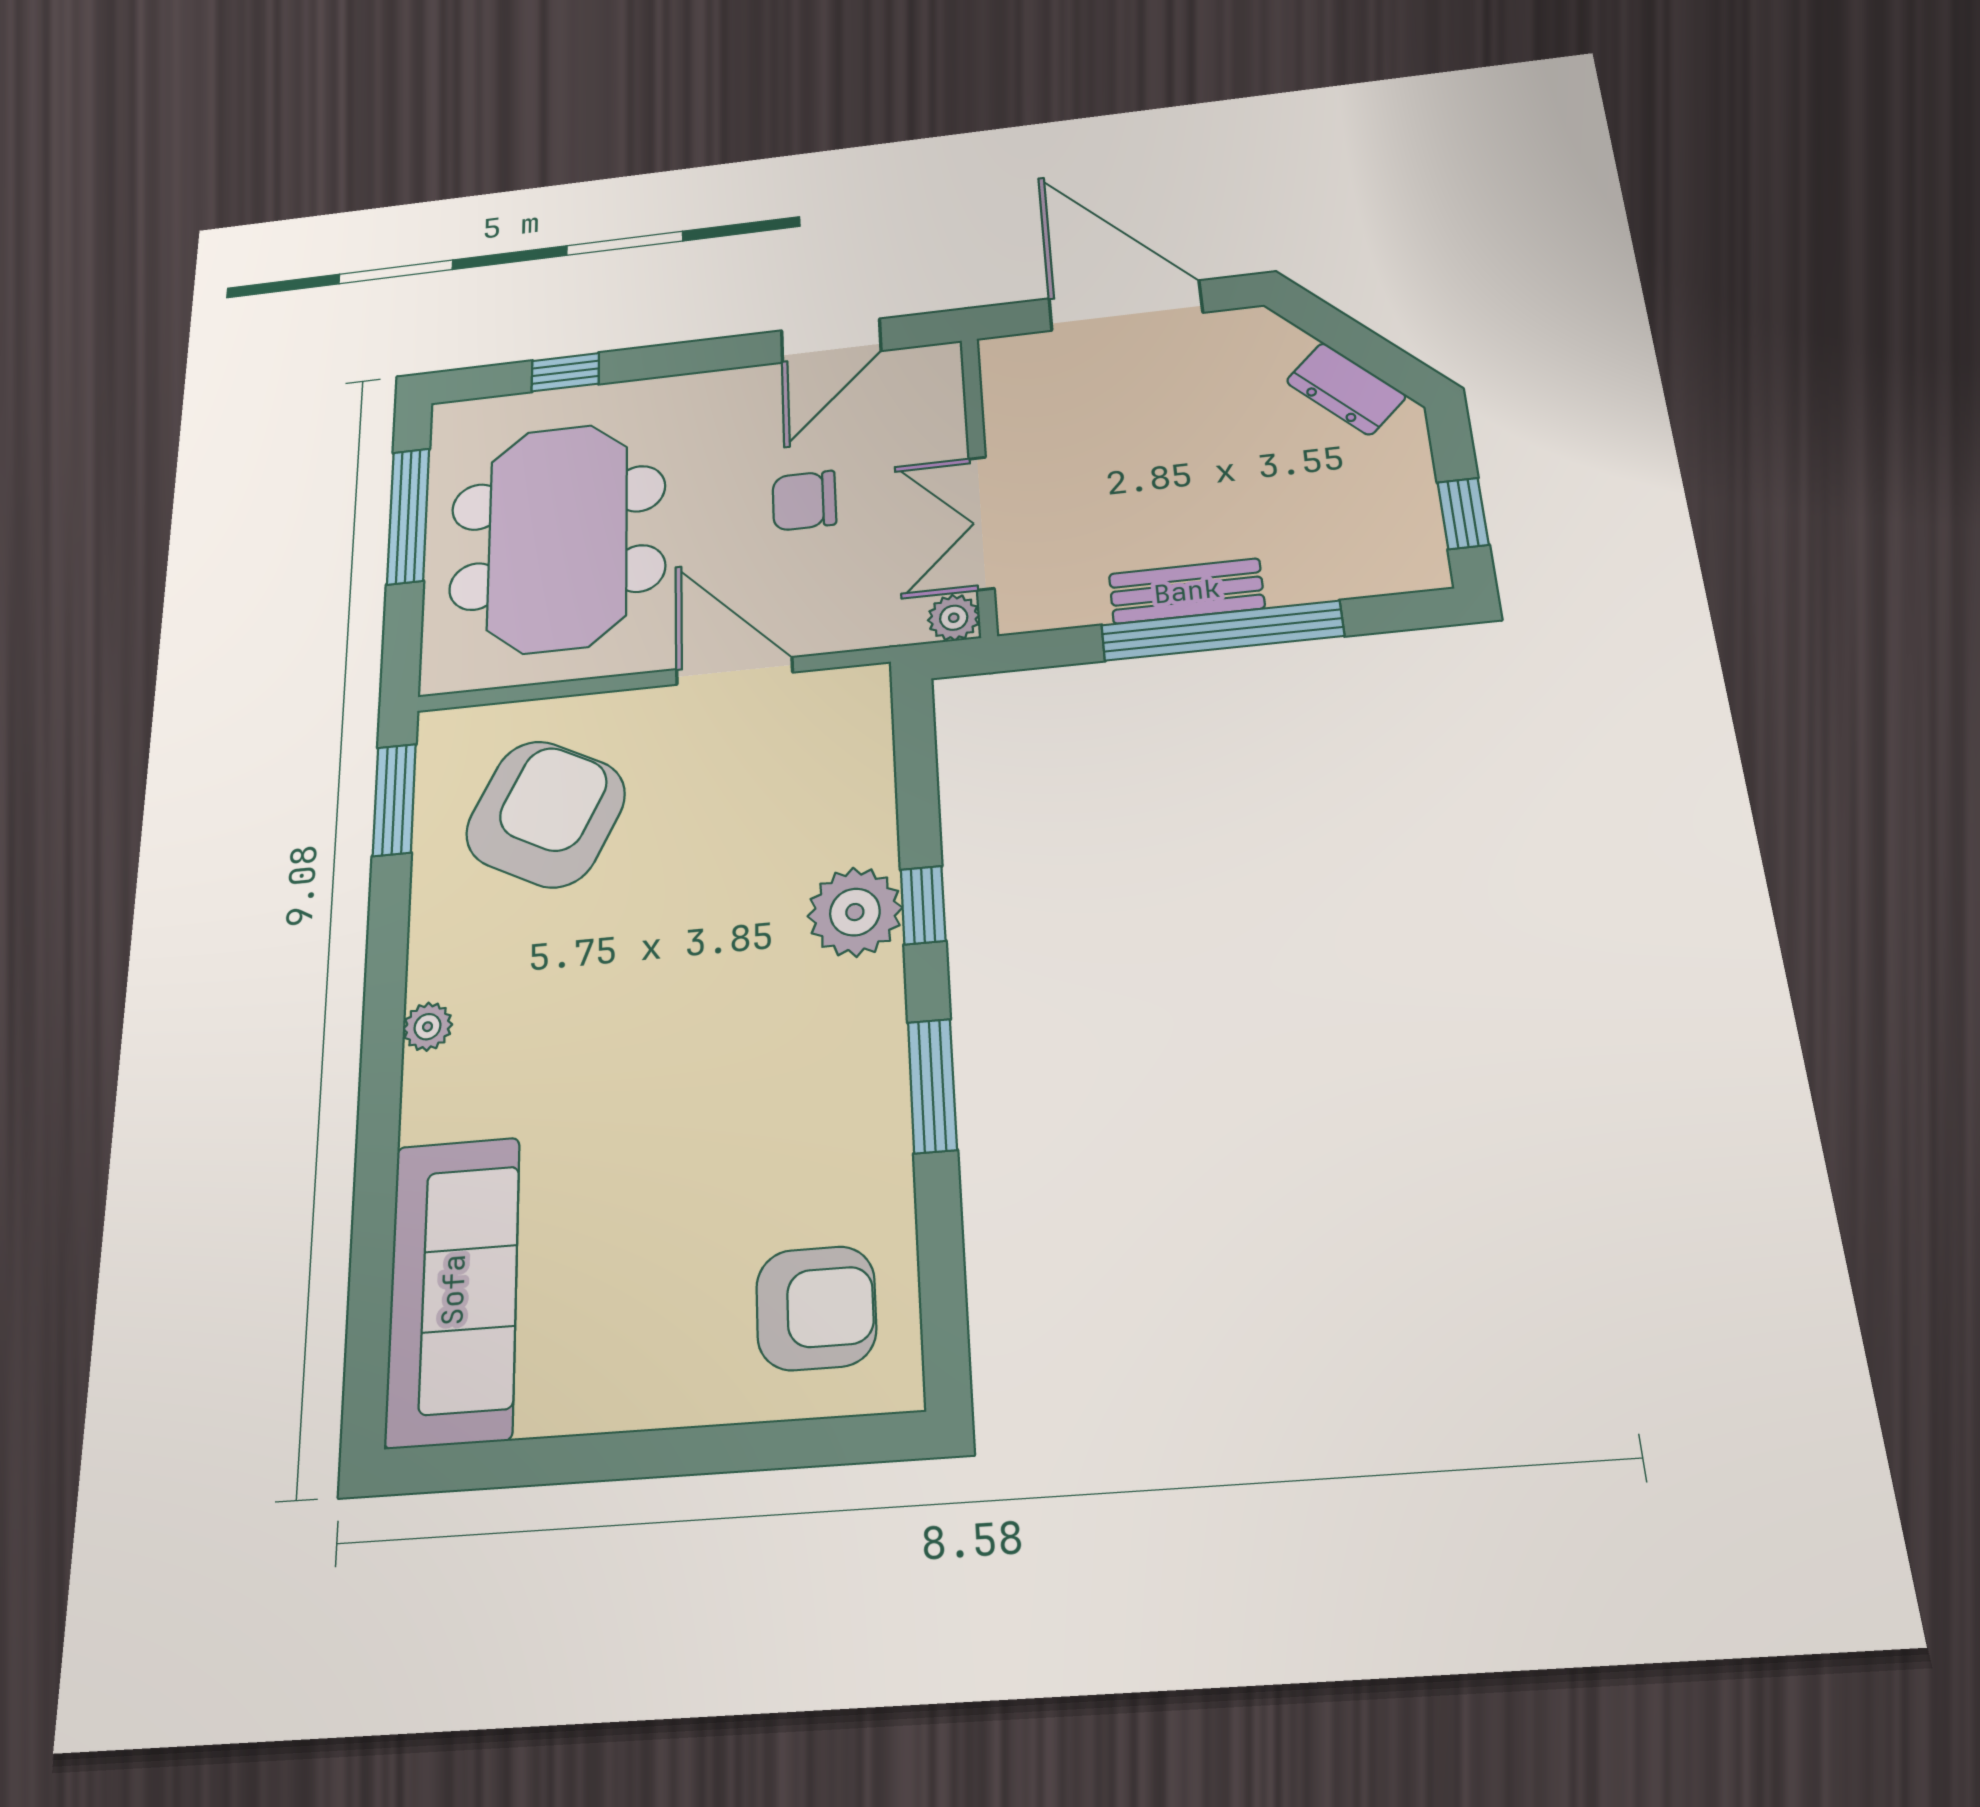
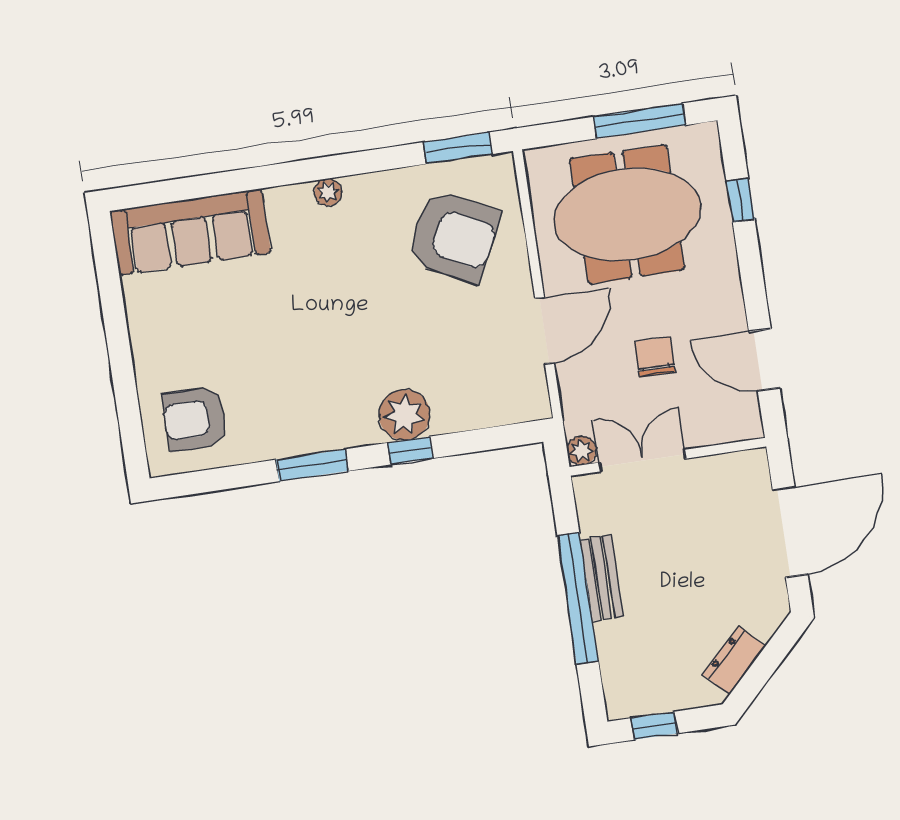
armchair: (816, 1308) -> (195, 419), turned 90

